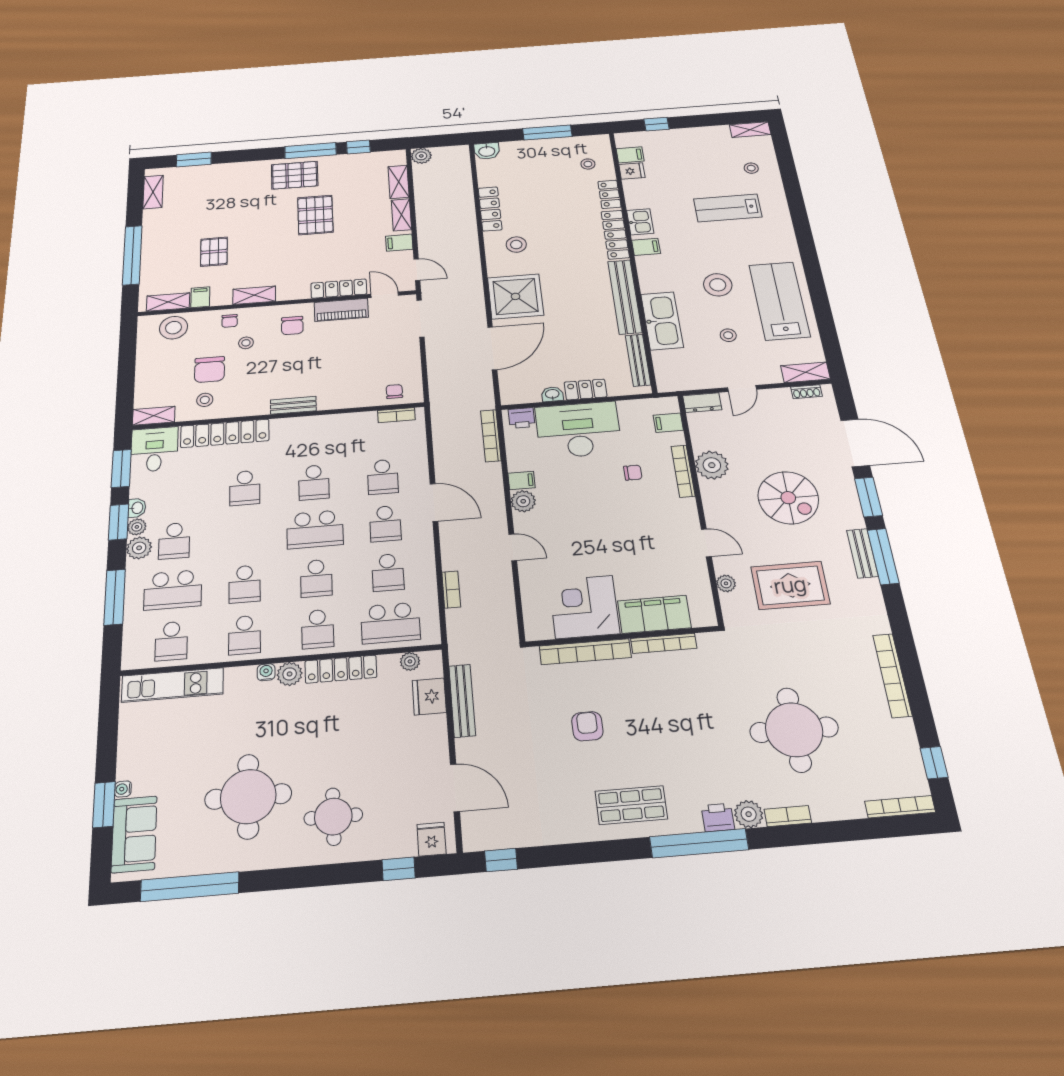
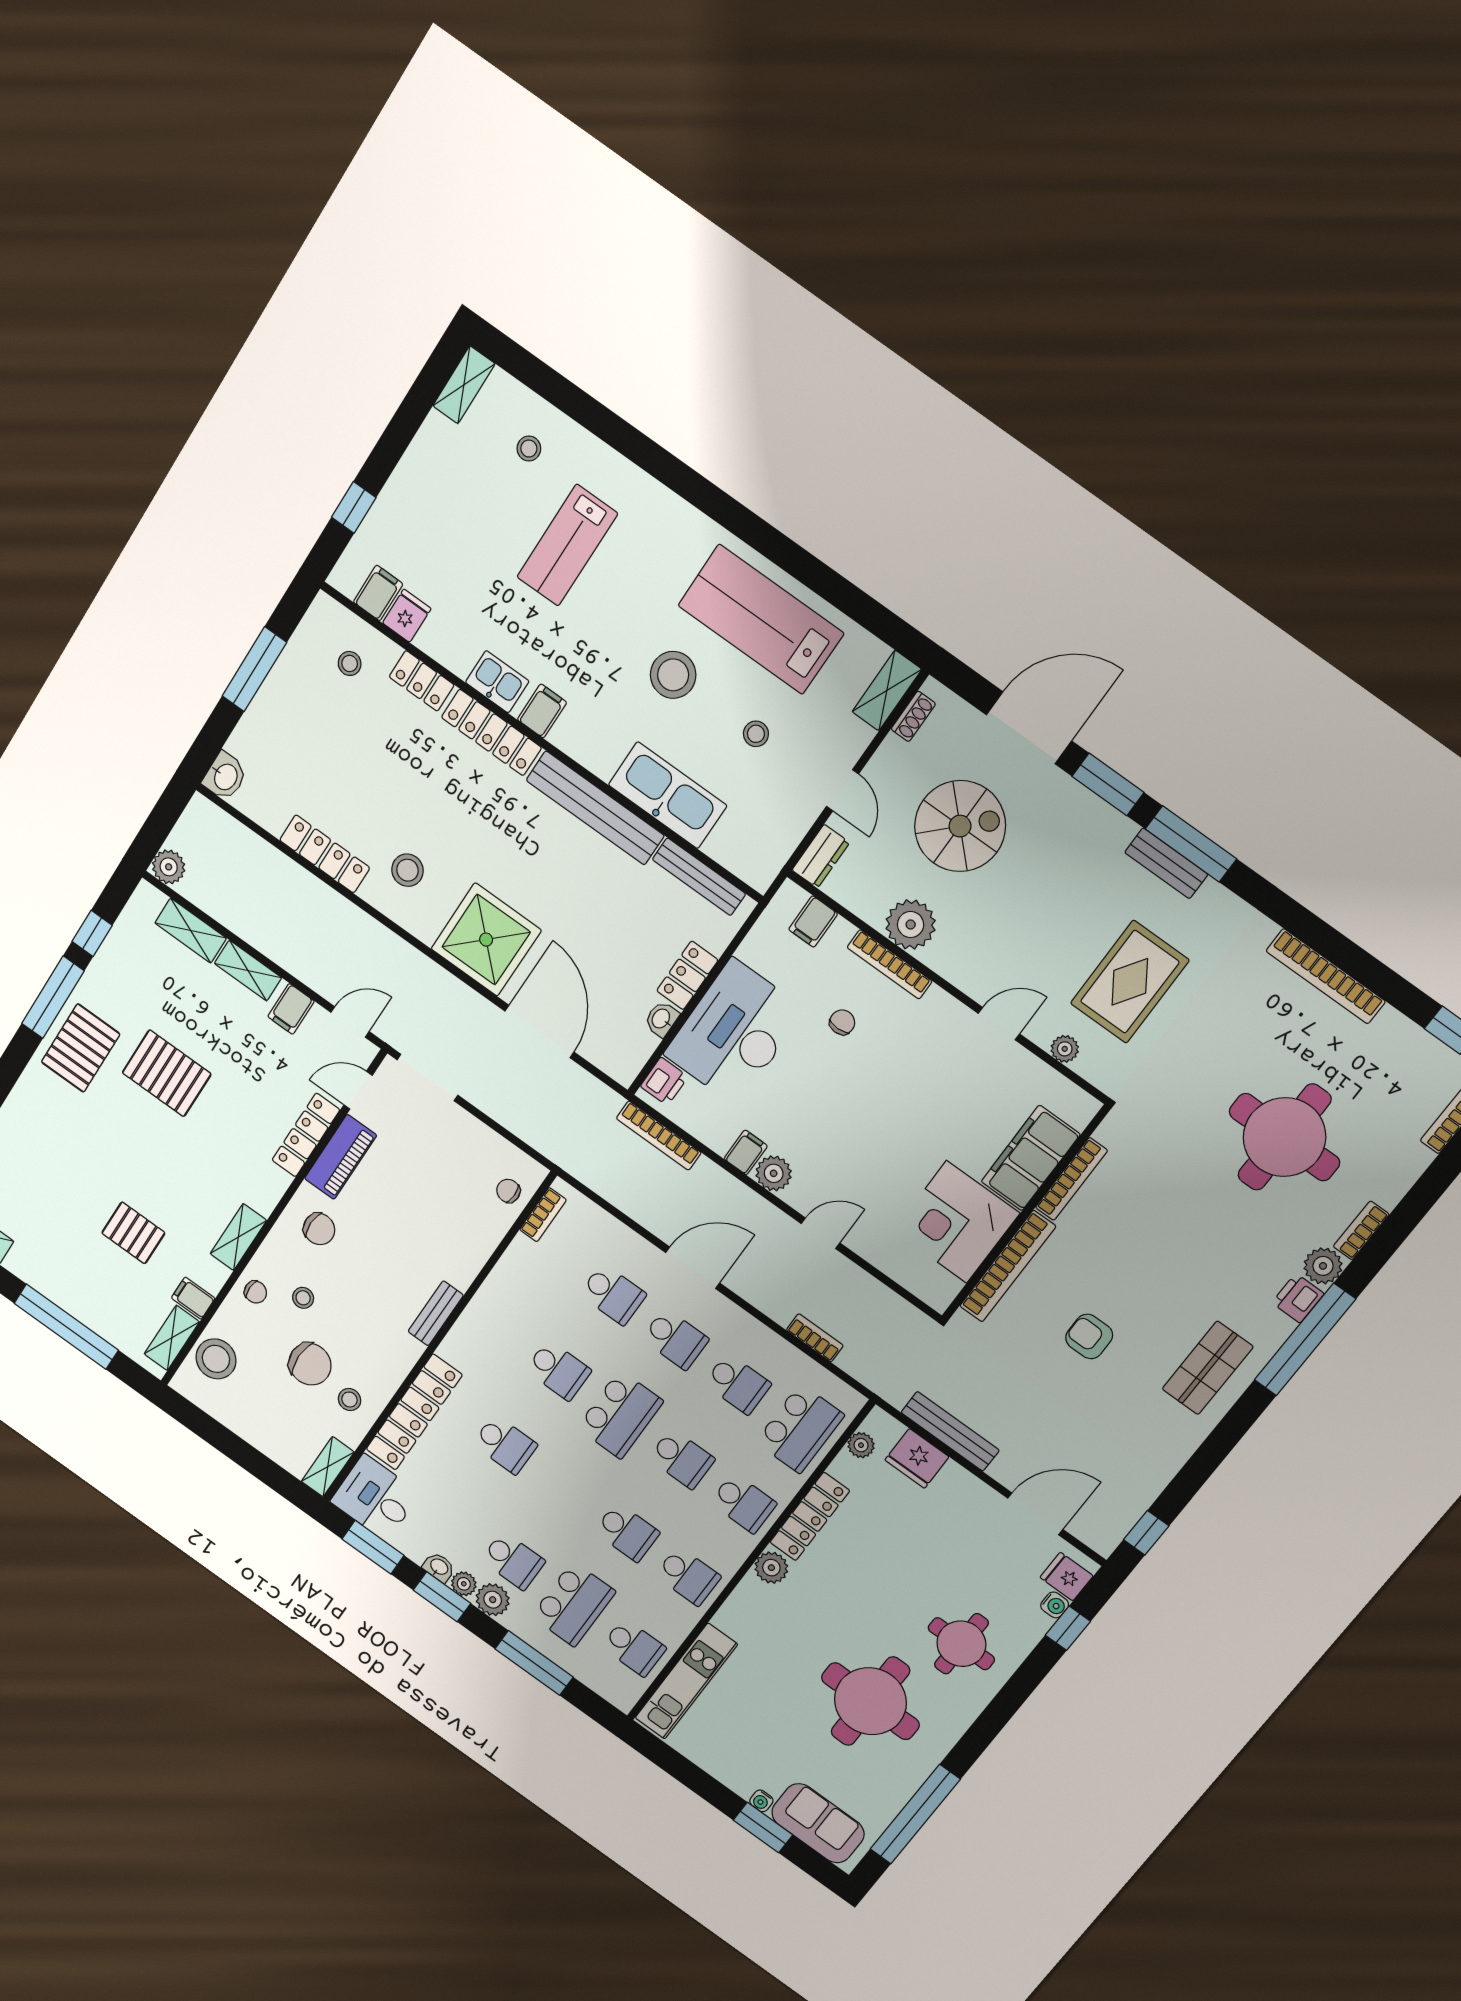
spiral stairs: (788, 498) -> (960, 826), moved
water cooler: (266, 672) -> (1055, 1605), moved, turned 180

